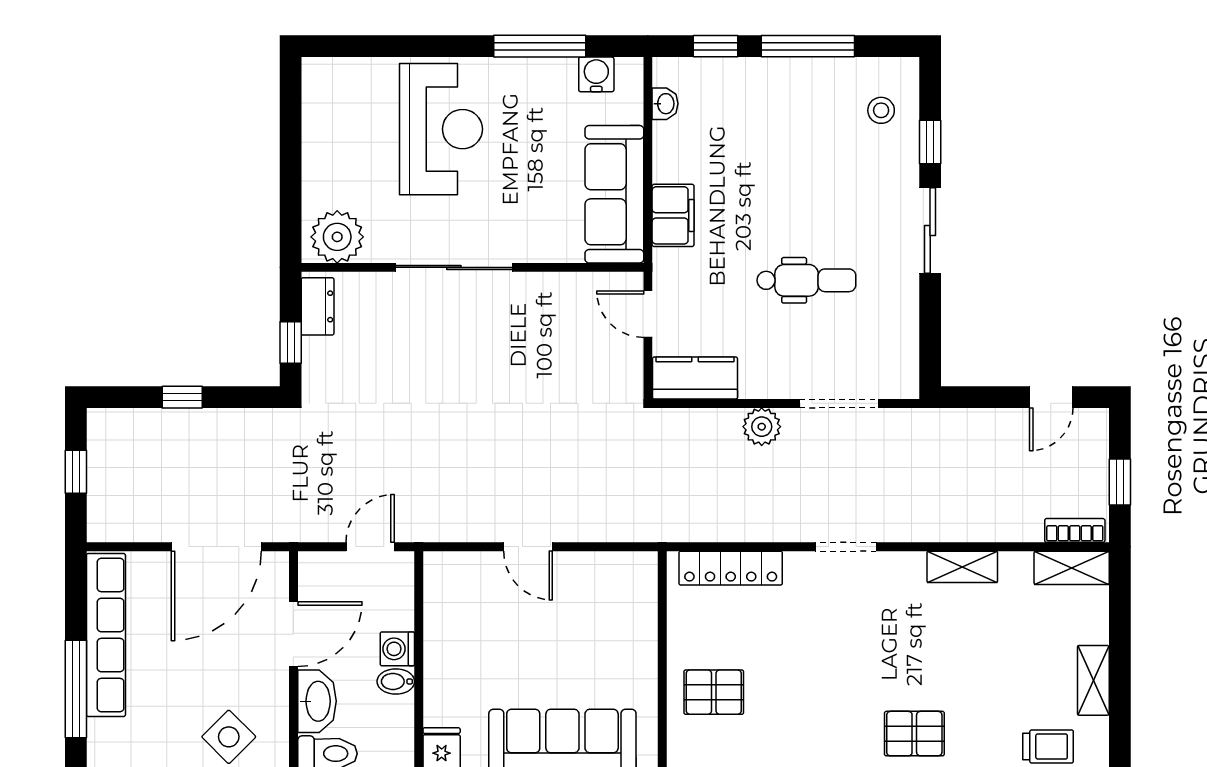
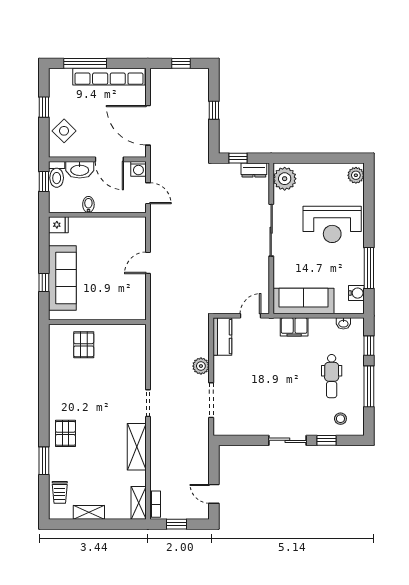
plant: (329, 75) -> (356, 175), added
dental chair: (806, 280) -> (332, 376), moved
shelving: (962, 567) -> (137, 447), width x1.50, depth x1.33
locker: (731, 568) -> (138, 352), removed
washing machine: (397, 649) -> (138, 169), moved, turned 180

